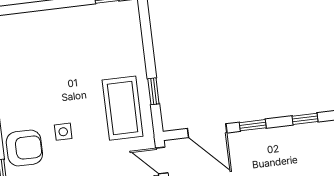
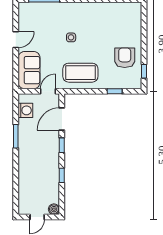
window: (153, 91) -> (115, 91), moved
armchair: (24, 148) -> (125, 58), moved, turned 180

